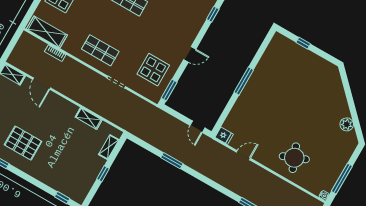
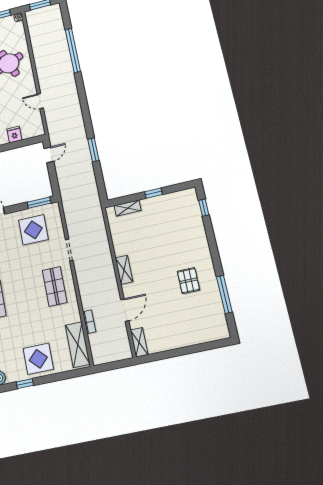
shelving: (89, 118) -> (124, 270), moved
fridge: (224, 136) -> (14, 134), moved
pallet: (23, 143) -> (188, 281), width x0.67, depth x0.71

